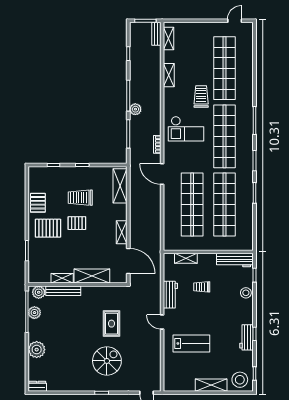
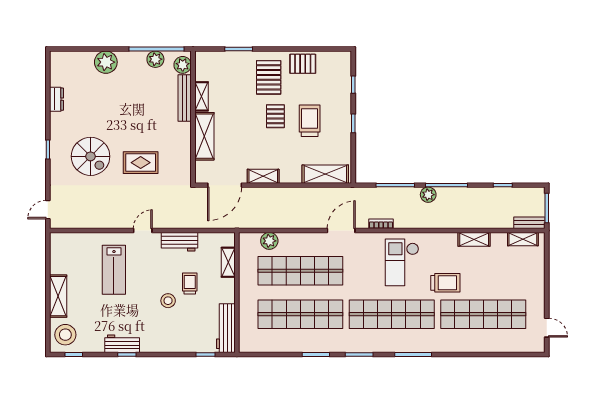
plant: (170, 228) -> (269, 241), added
stool: (246, 293) -> (168, 301), moved
dresser: (37, 386) -> (57, 99), moved

